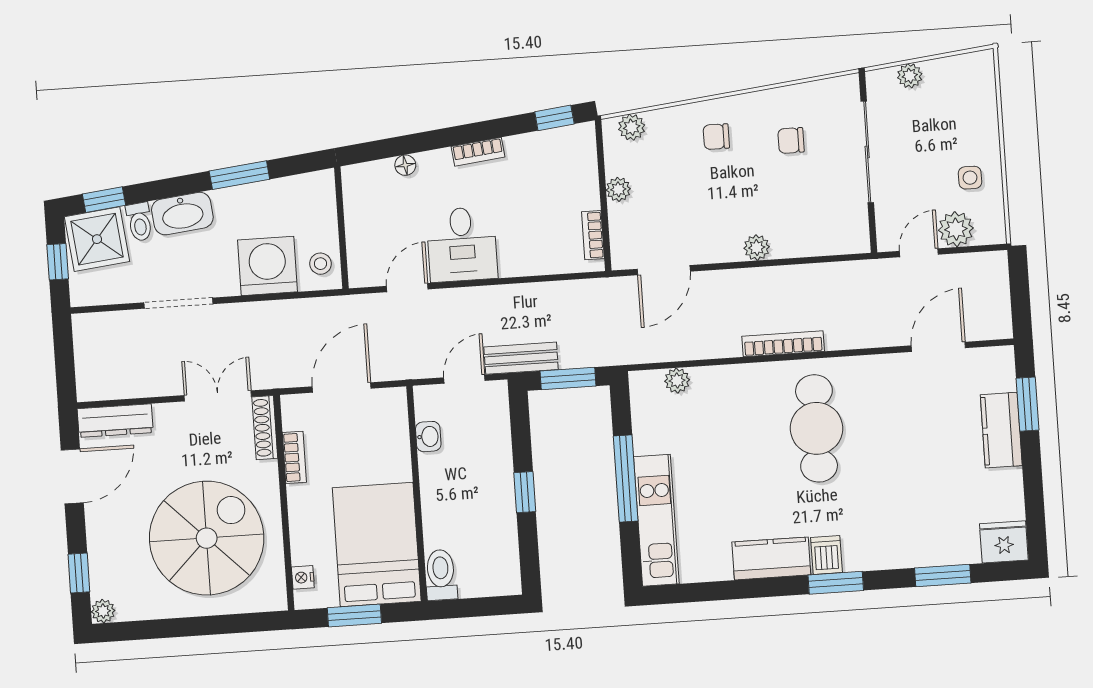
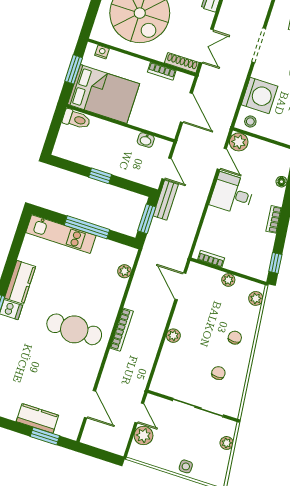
side table: (970, 178) -> (186, 466), moved
plant: (365, 270) -> (239, 142), added

